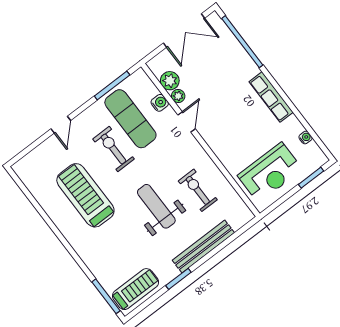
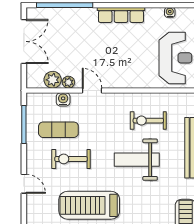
exercise mat: (130, 119) -> (58, 130), width x0.73, depth x0.69

